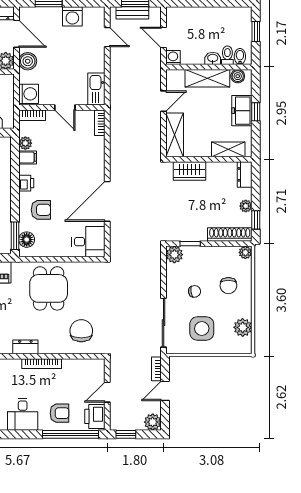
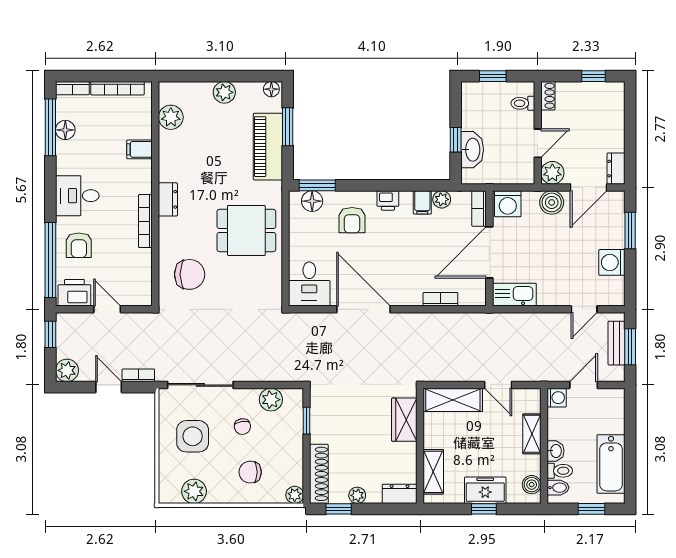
bathtub: (222, 17) -> (611, 464), added
shelving: (207, 78) -> (532, 434), width x0.67, depth x0.75
door: (65, 108) -> (489, 252), width x1.88
bookcase: (100, 123) -> (440, 299), moved
plant: (174, 255) -> (271, 400), moved

